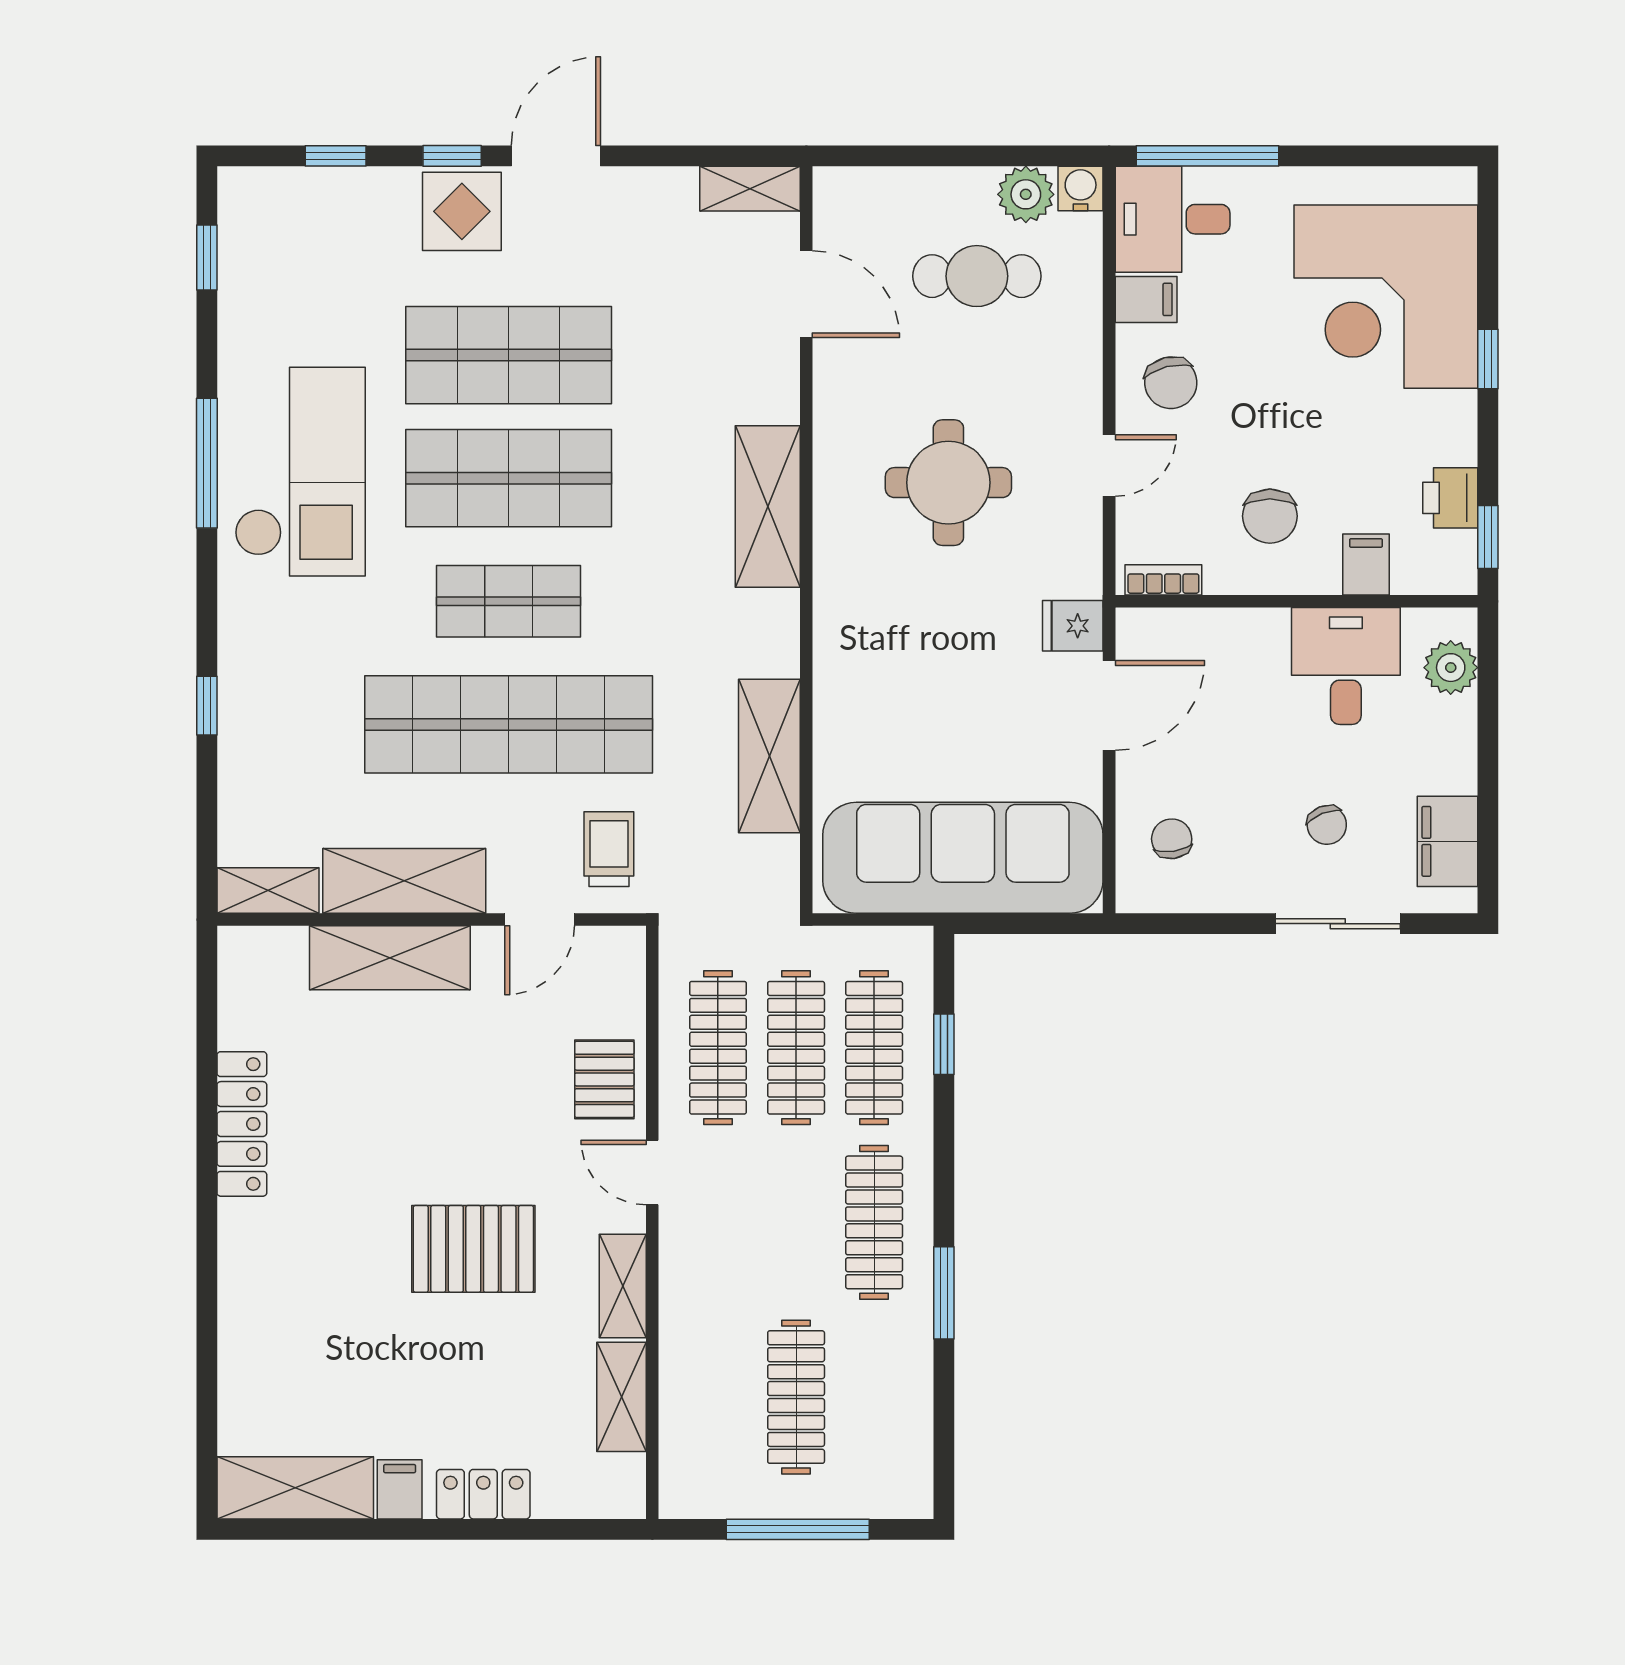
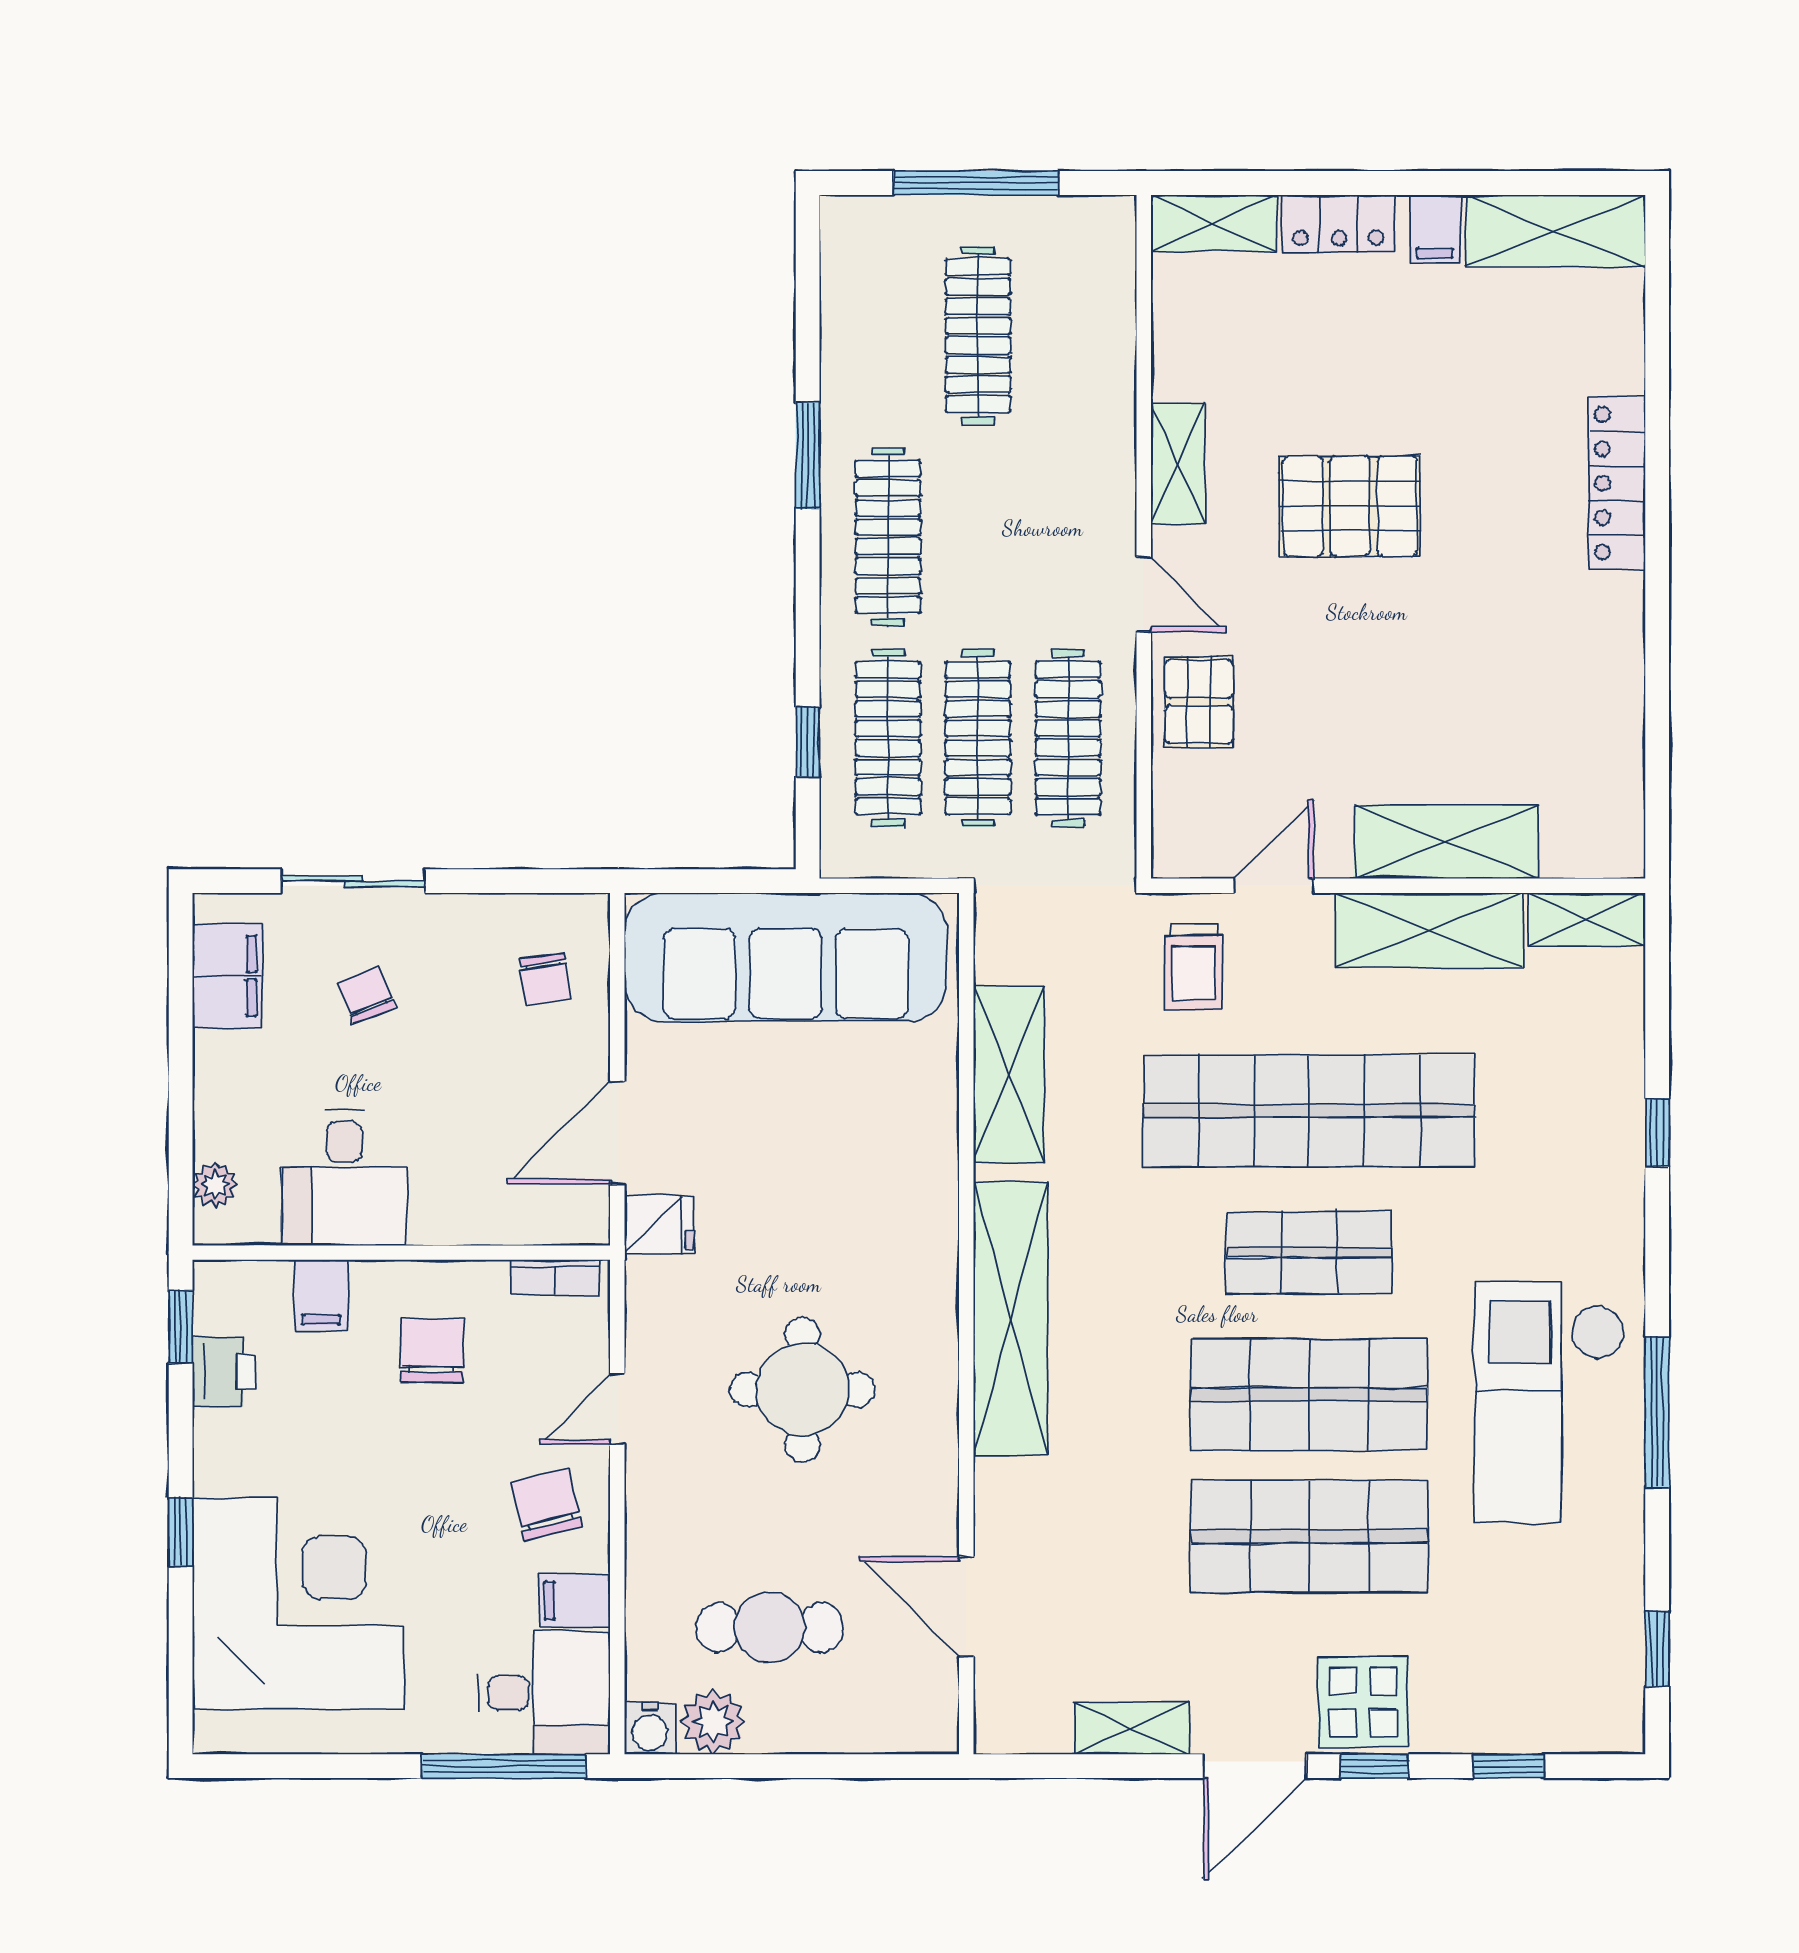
shelving: (750, 189) -> (1132, 1728), moved
shelving: (768, 507) -> (1011, 1318), width x1.47
plant: (1451, 668) -> (215, 1185), width x0.73, depth x0.73
locker: (242, 1124) -> (1617, 483), moved
shelving: (622, 1397) -> (1214, 223), moved, turned 90

